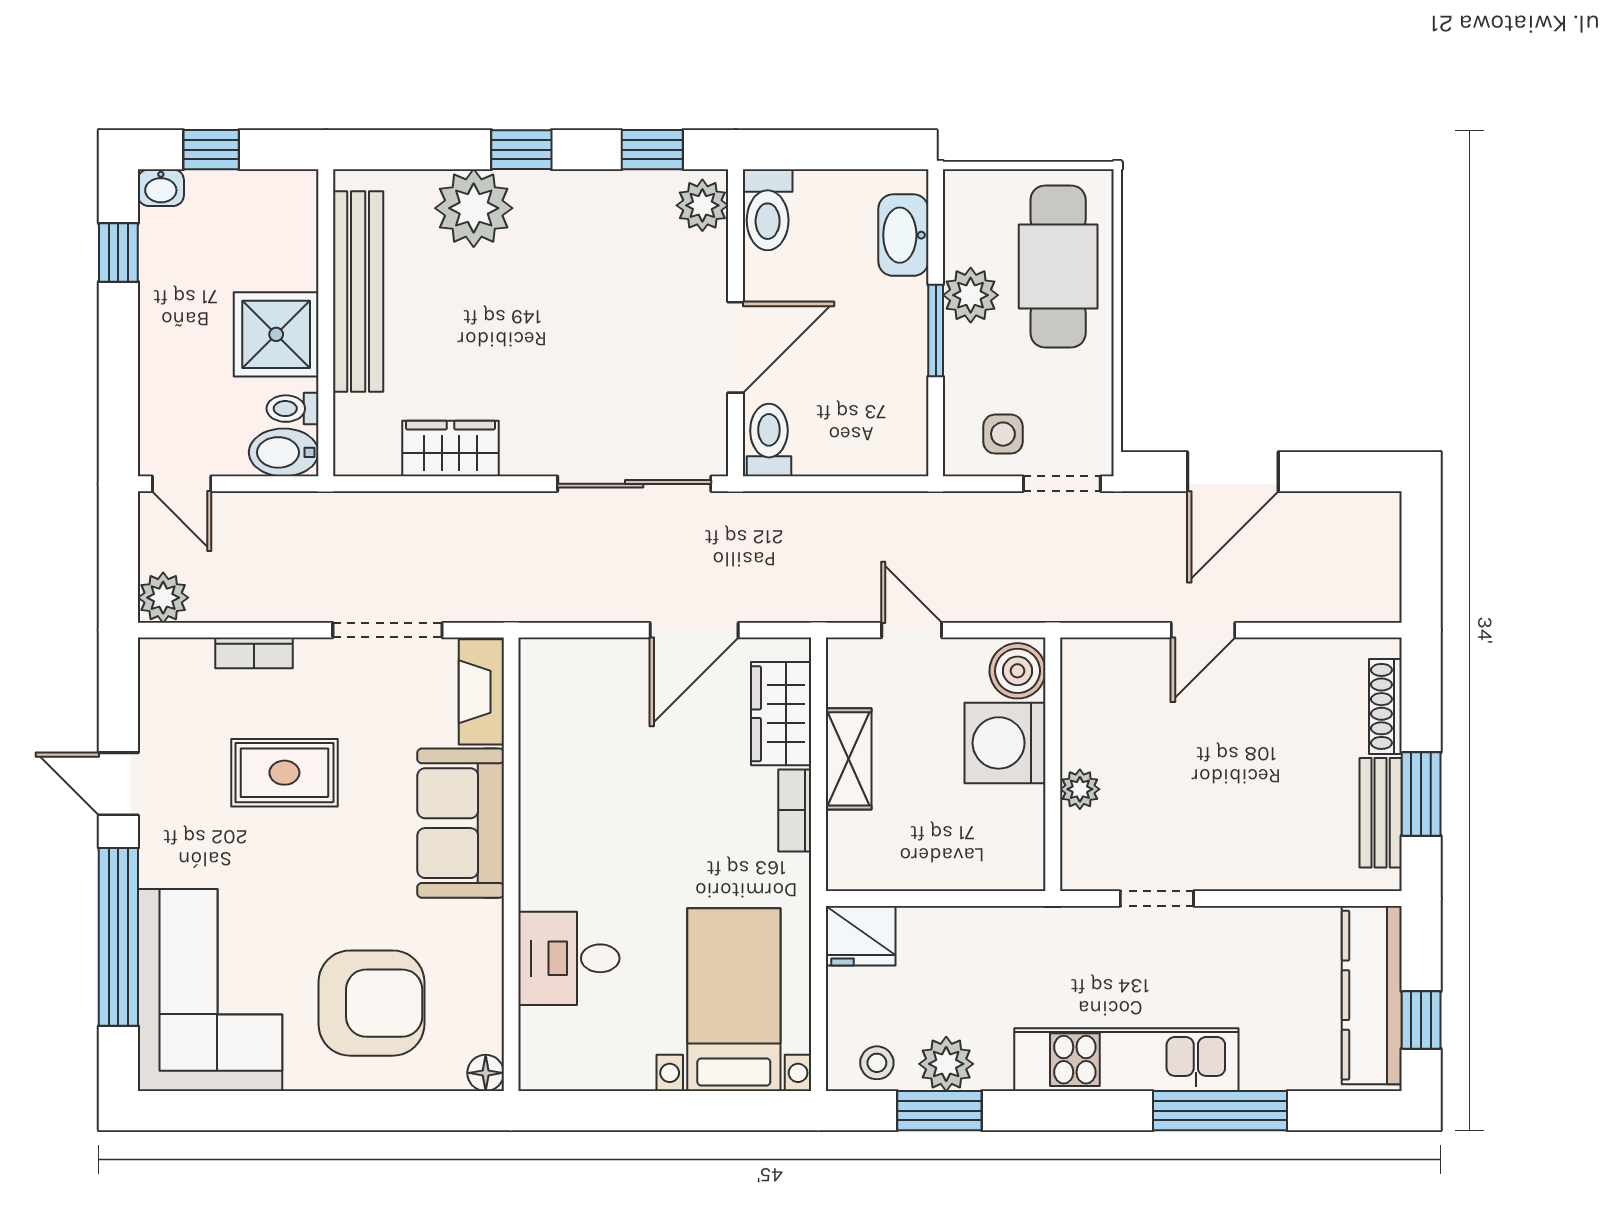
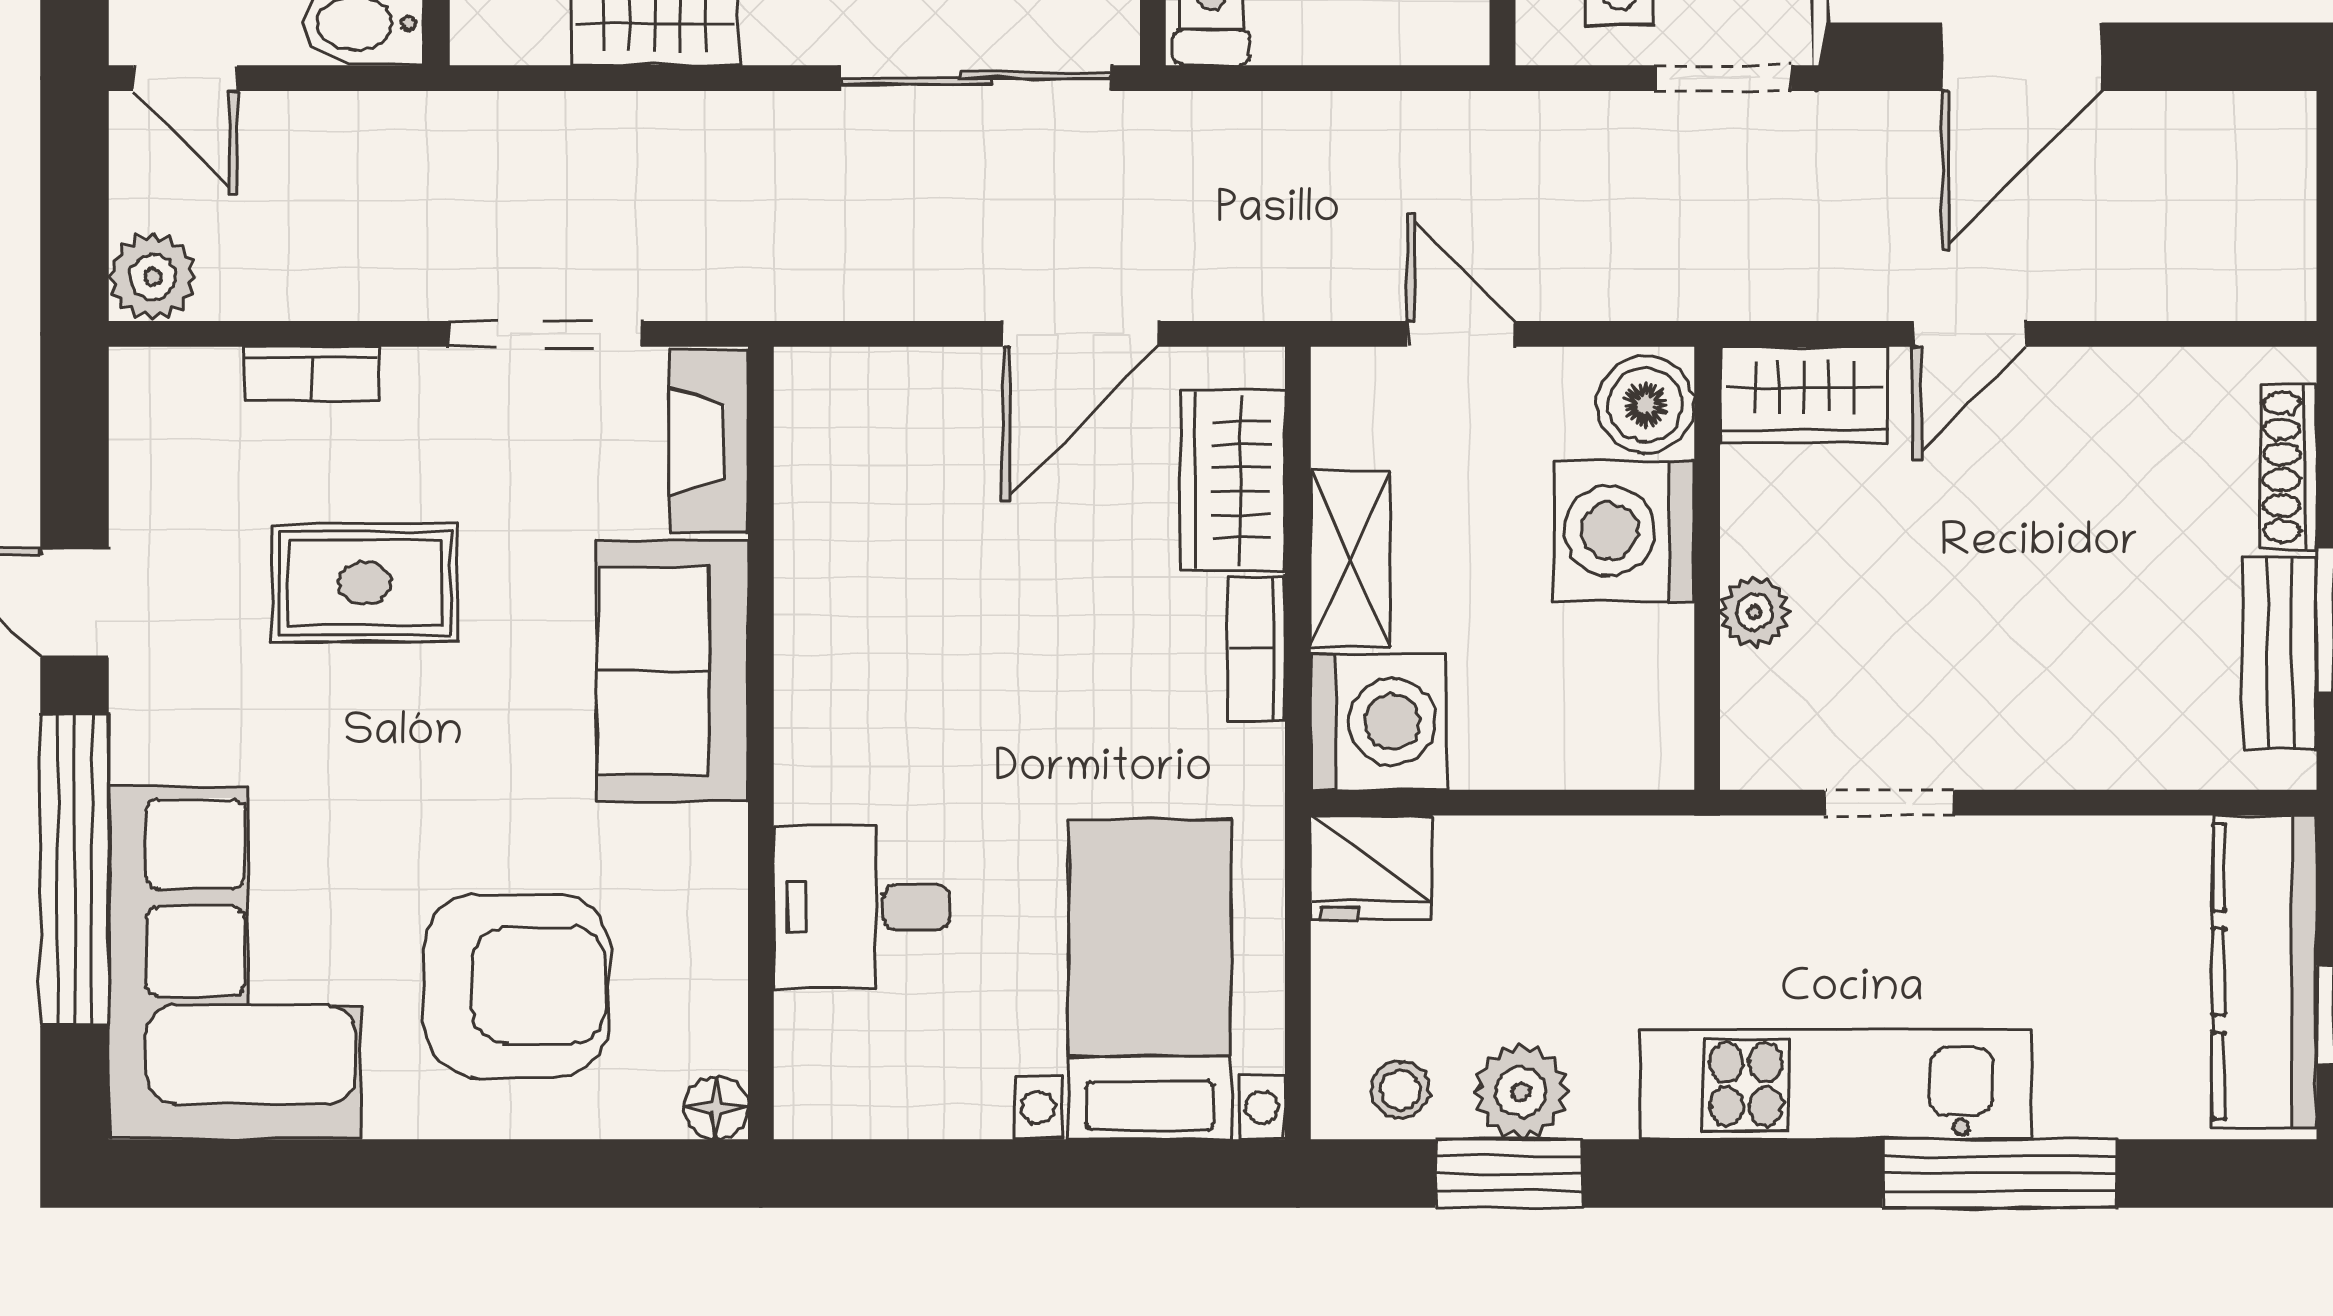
wardrobe: (1108, 665) -> (1804, 395), added
washing machine: (865, 852) -> (1379, 722), added

